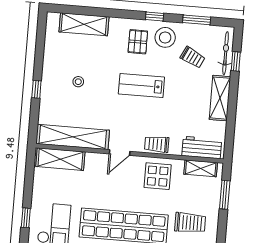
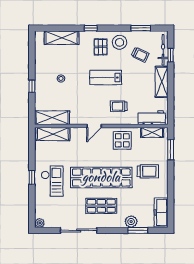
window: (155, 16) -> (91, 28), moved
shelving: (73, 137) -> (52, 118), width x0.68
trolley: (157, 144) -> (119, 106), moved

